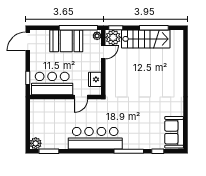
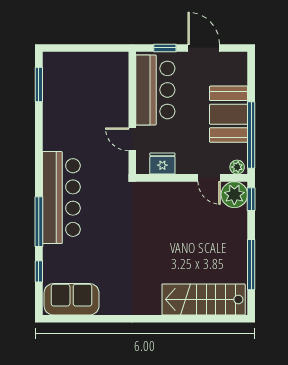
stairs: (146, 39) -> (204, 299), moved, turned 90
door: (28, 41) -> (204, 48), moved
bar counter: (95, 138) -> (61, 198), moved
plant: (36, 143) -> (53, 62), removed

